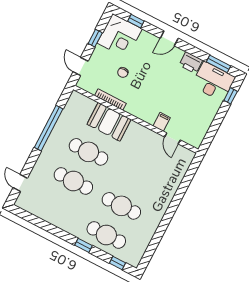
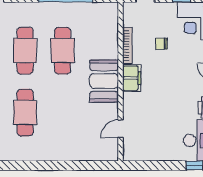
booth: (109, 122) -> (104, 81), moved
filing cabinet: (162, 122) -> (132, 78), moved, width x2.00

